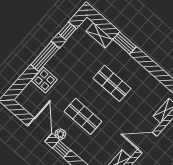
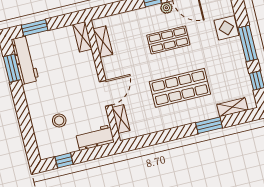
shop shelf: (112, 83) -> (180, 88), width x1.43, depth x1.36
door: (147, 143) -> (106, 93), moved

